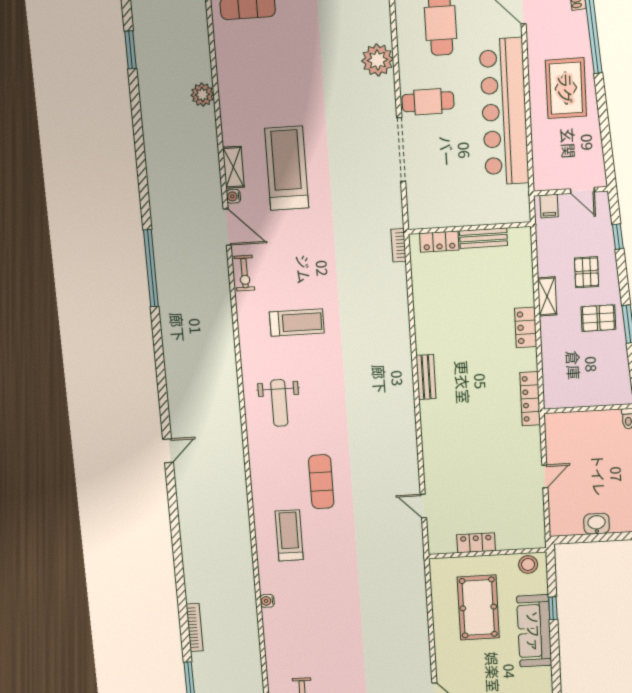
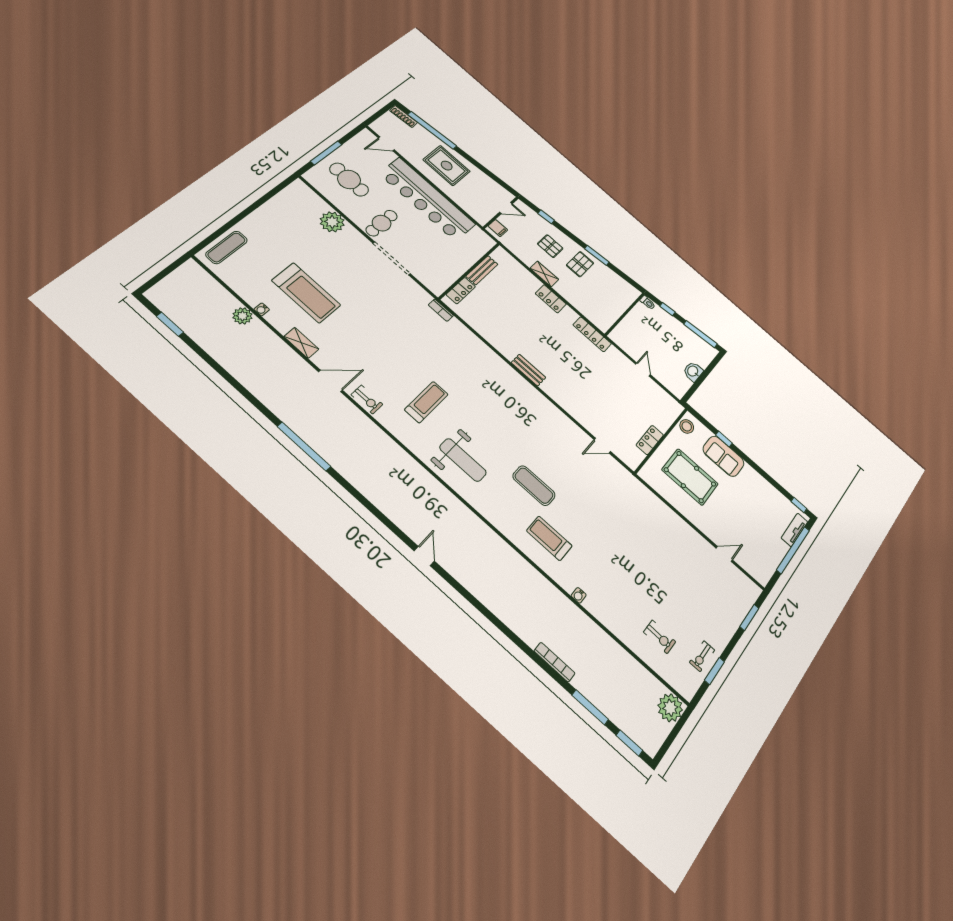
treadmill: (287, 168) -> (306, 293), moved, turned 180
water cooler: (233, 196) -> (262, 309), moved
weight bench: (279, 403) -> (463, 460), width x1.36, depth x1.33
sofa: (534, 631) -> (723, 456), width x0.73

